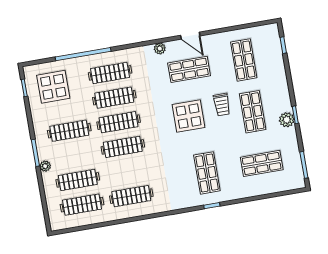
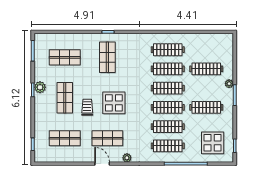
shop shelf: (244, 60) -> (65, 138), turned 90
clothes rail: (82, 205) -> (168, 69), moved

